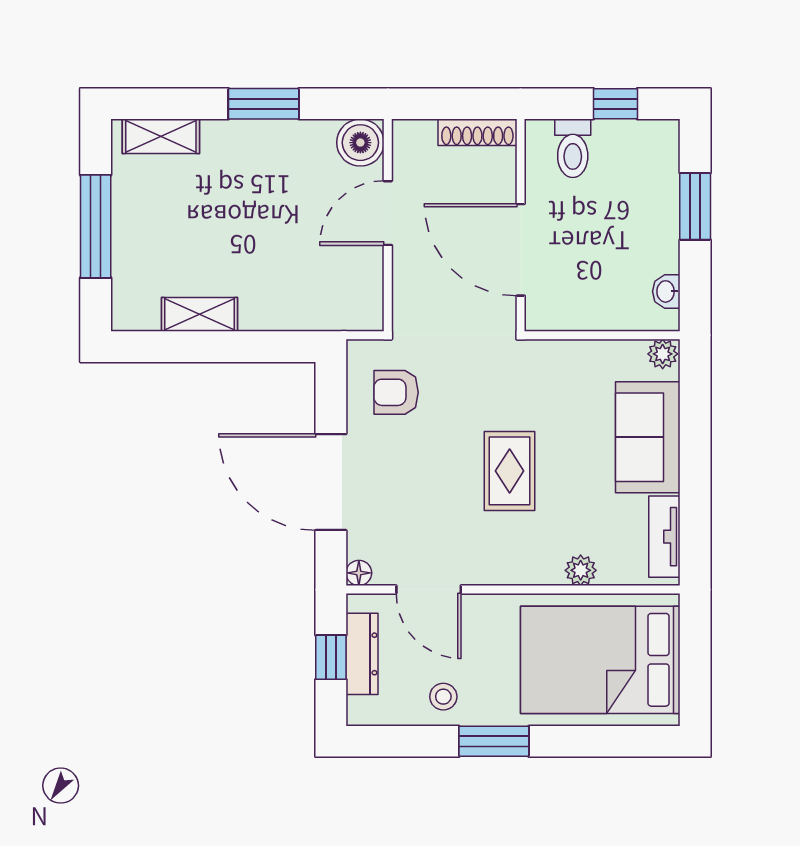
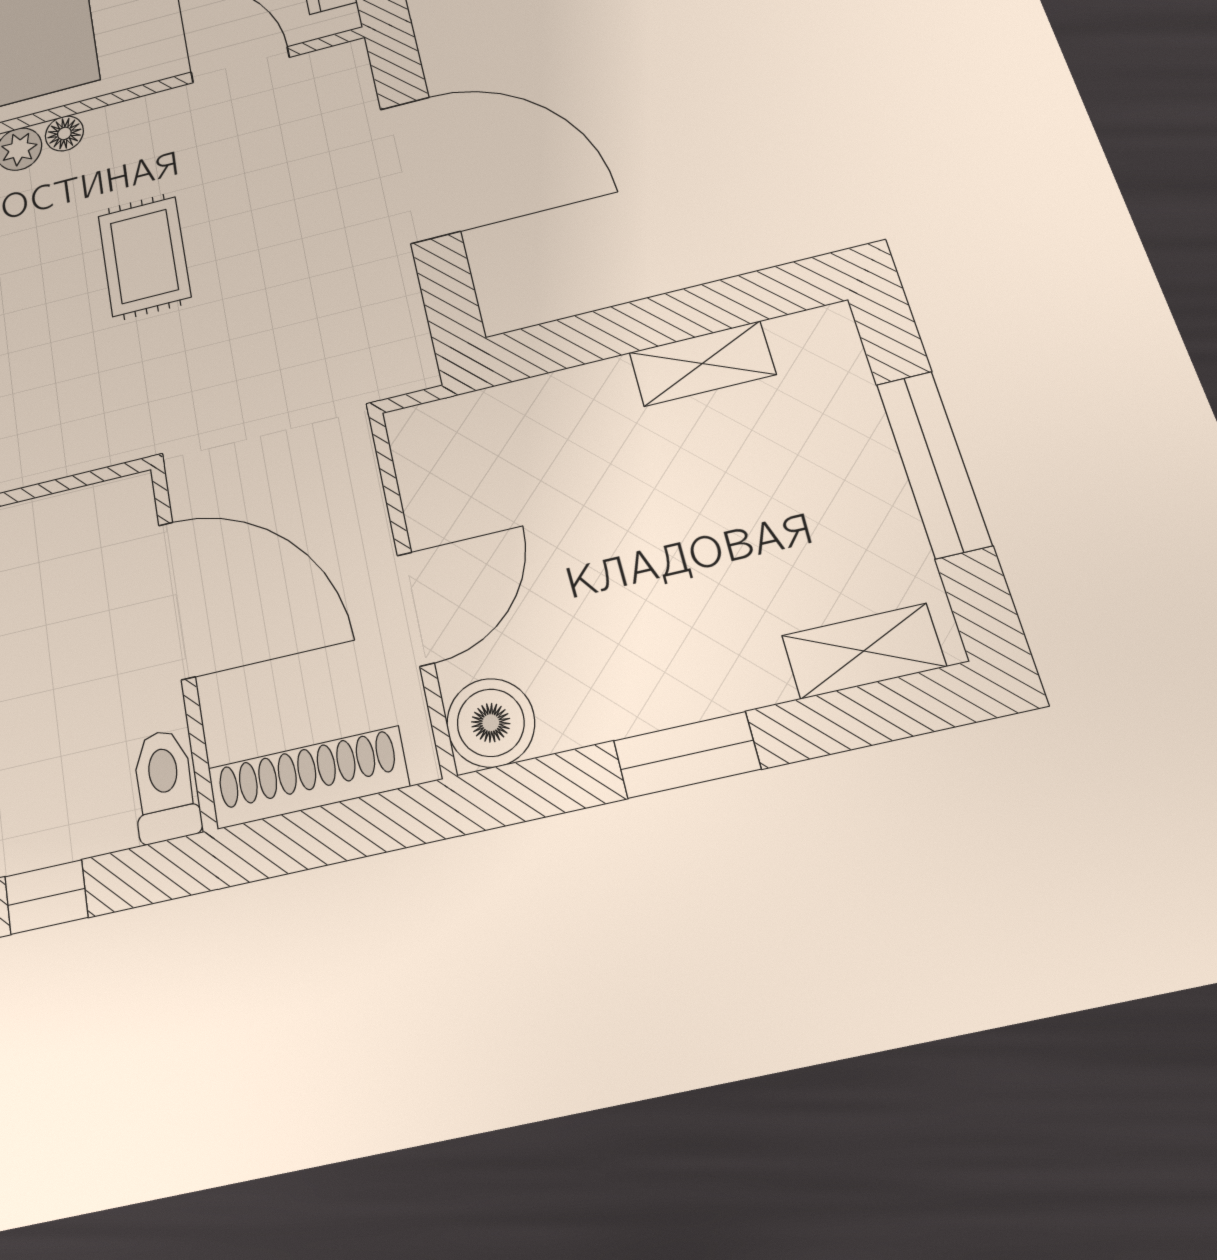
shoe rack: (477, 132) -> (308, 777), width x1.36, depth x1.24
toilet: (573, 148) -> (165, 786), moved
armchair: (396, 392) -> (343, 325), removed
floor lamp: (359, 573) -> (64, 133), moved

